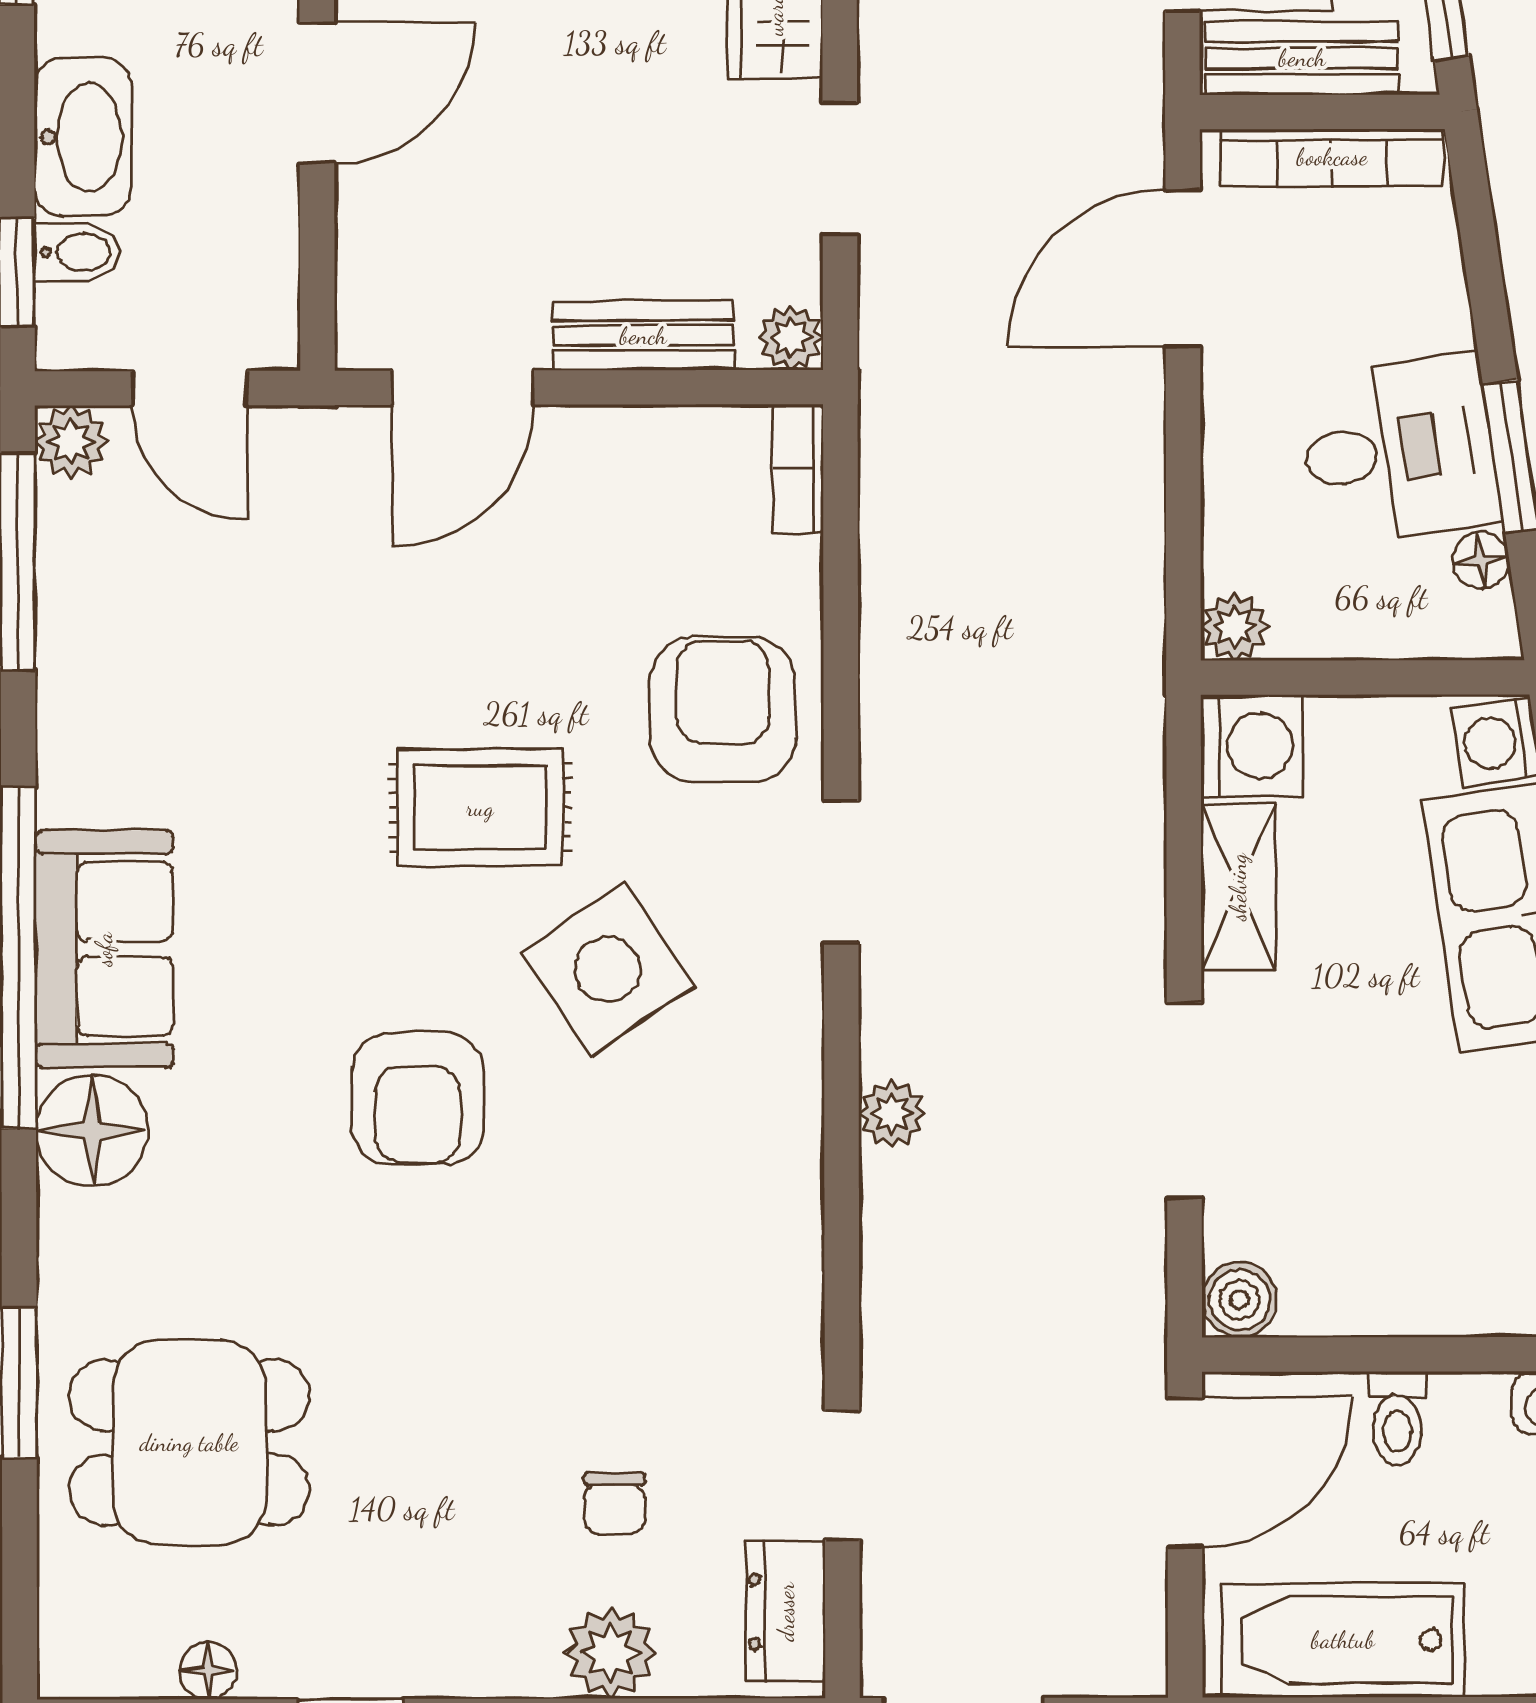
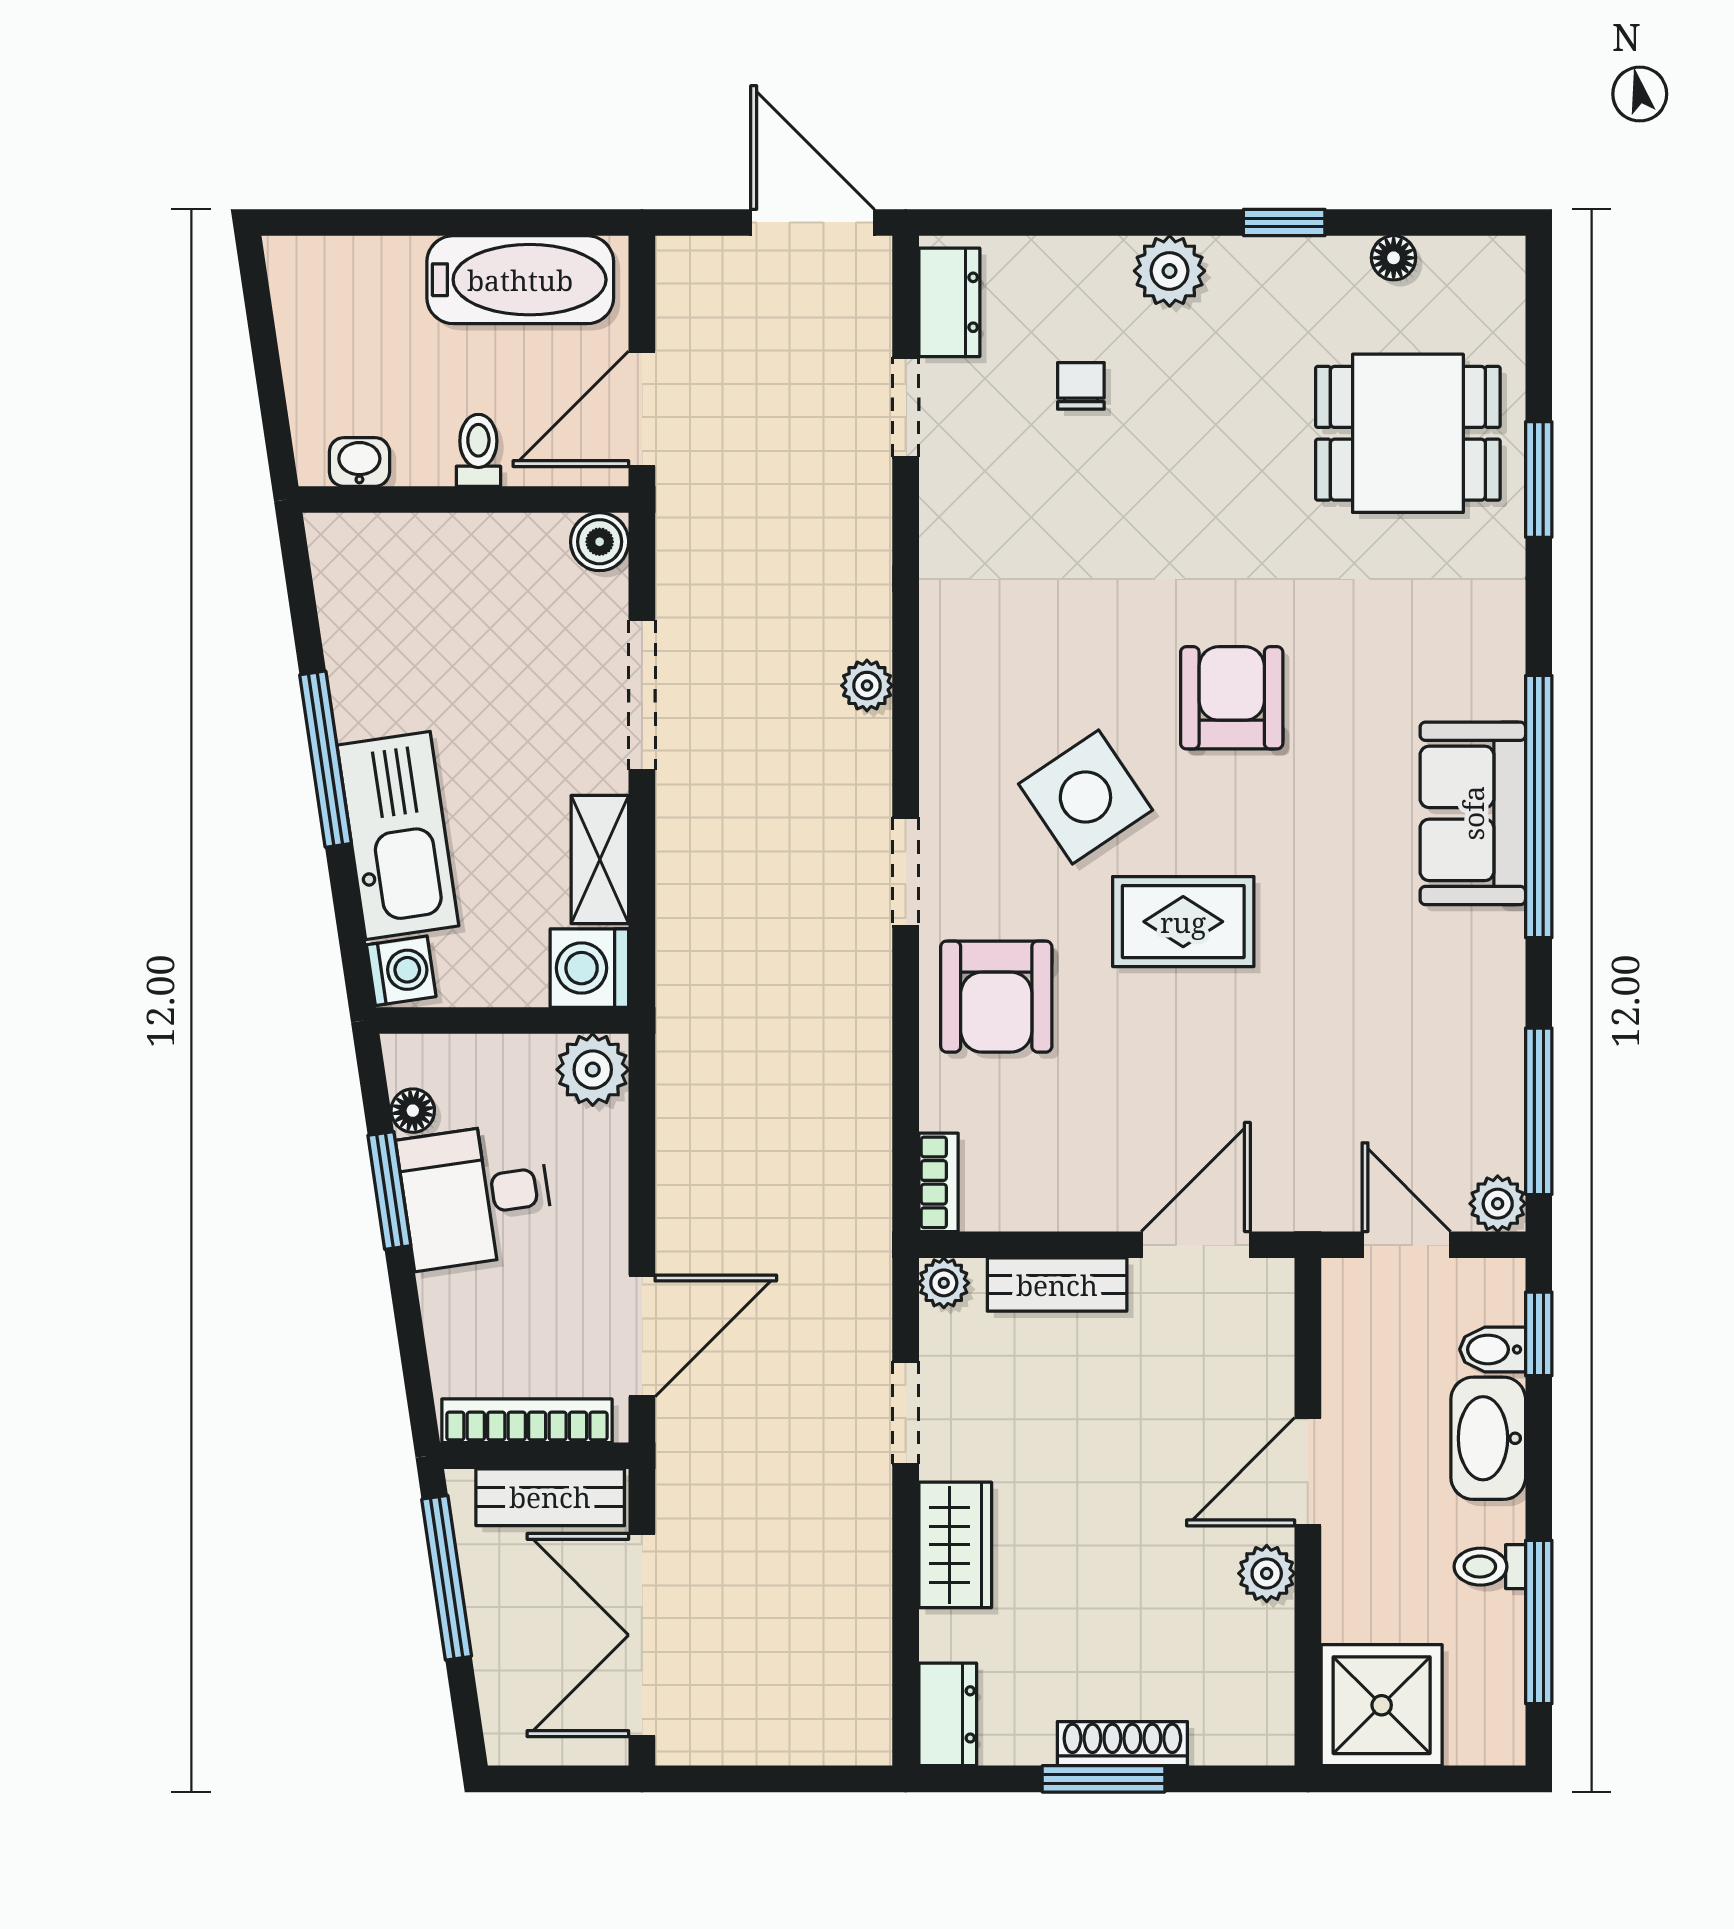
plant: (1234, 627) -> (593, 1070), width x1.38, depth x1.38
floor lamp: (92, 1131) -> (1482, 674), removed
plant: (611, 1653) -> (1170, 271), moved

